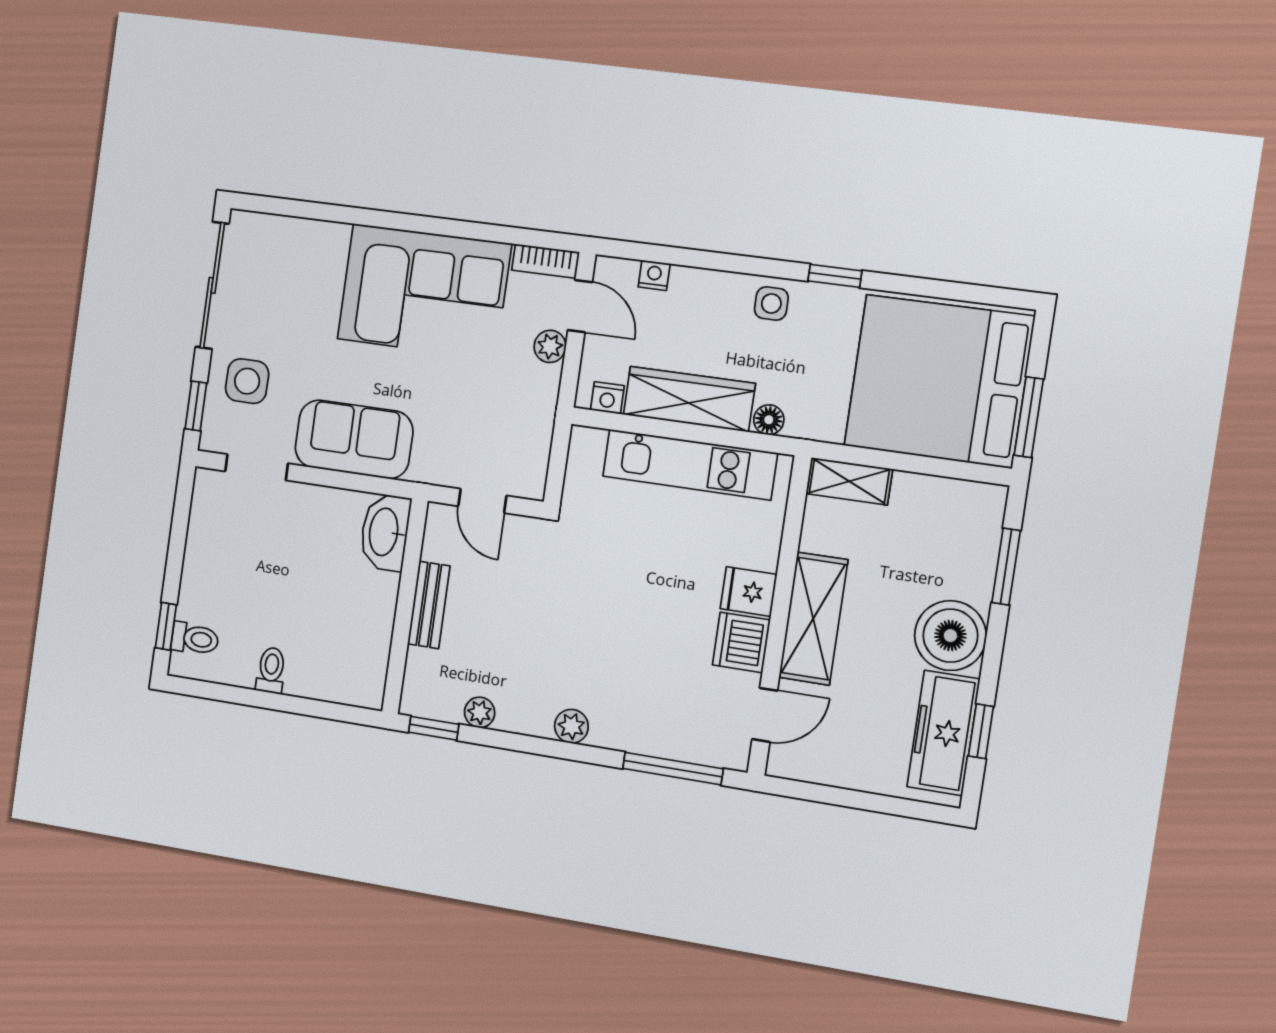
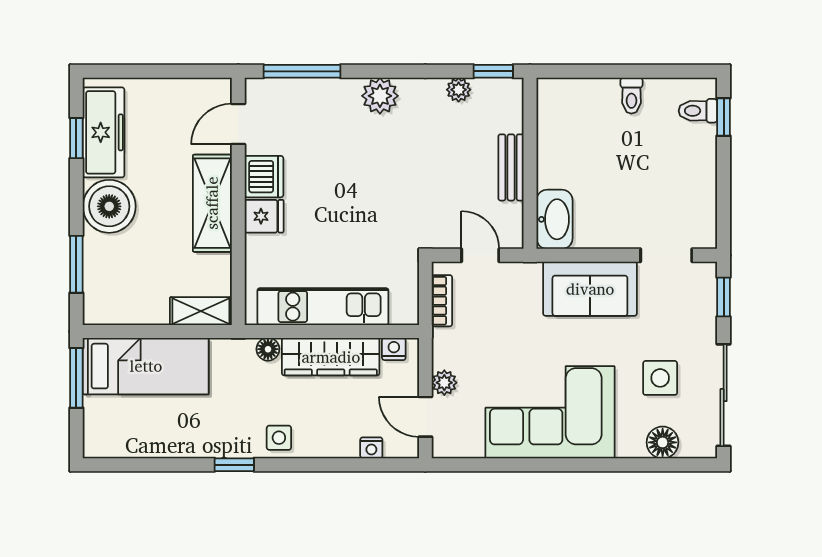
floor lamp: (293, 236) -> (663, 442), added
bookcase: (545, 261) -> (442, 301), moved, turned 90
side table: (247, 381) -> (660, 378), moved
bed: (939, 381) -> (146, 366), width x0.49
plant: (571, 726) -> (380, 96), width x1.38, depth x1.38

